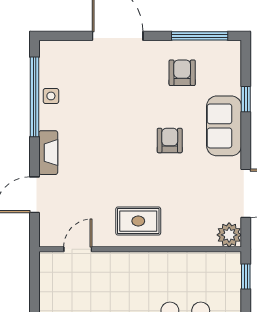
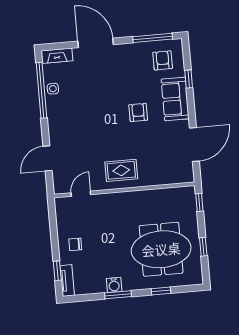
armchair: (182, 73) -> (163, 60), moved
fireplace: (48, 153) -> (57, 56), moved, turned 90
plant: (229, 235) -> (185, 174), removed

